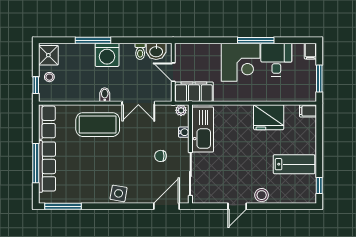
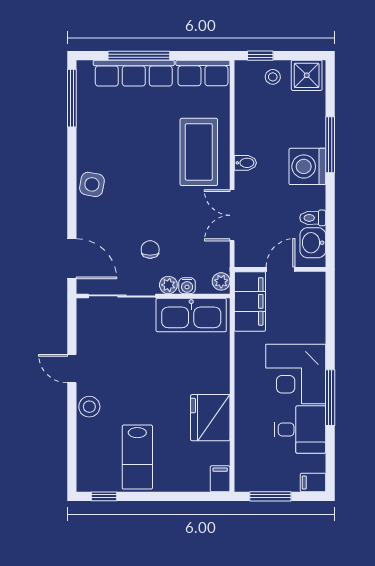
plant: (183, 144) -> (168, 285), added

